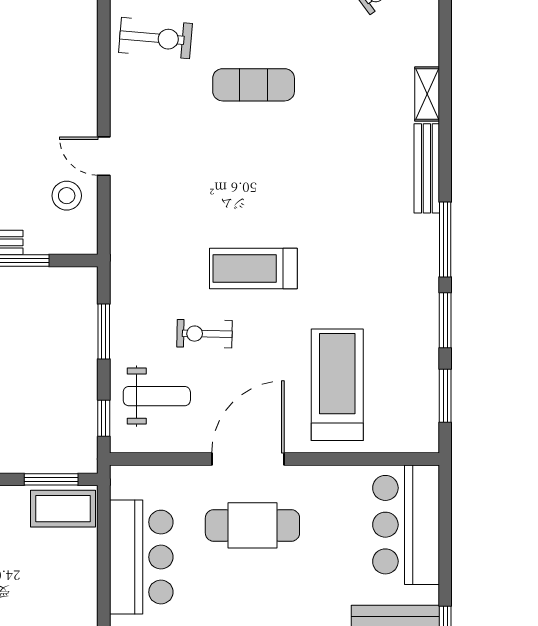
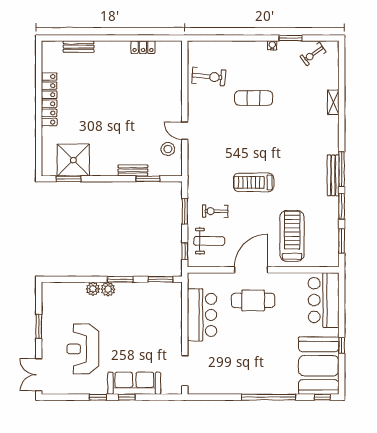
bench: (427, 168) -> (333, 175), moved
exercise bike: (204, 334) -> (215, 211), moved
coffee table: (63, 509) -> (166, 293), removed

